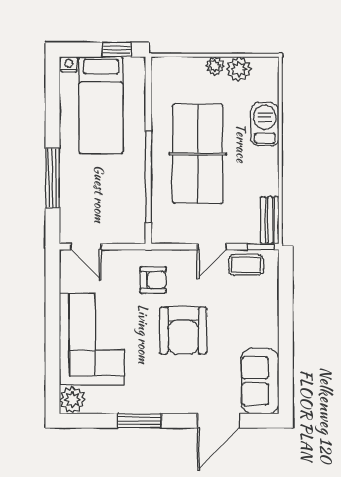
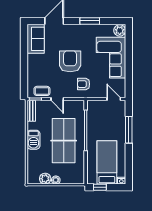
barbecue: (265, 124) -> (33, 140), moved
door: (212, 247) -> (57, 99), swing flipped

